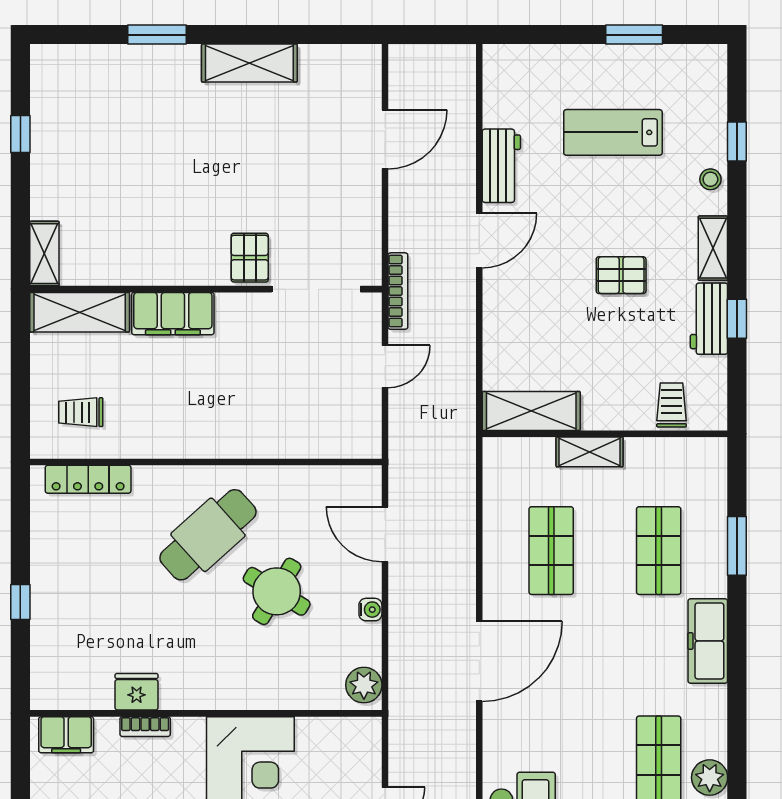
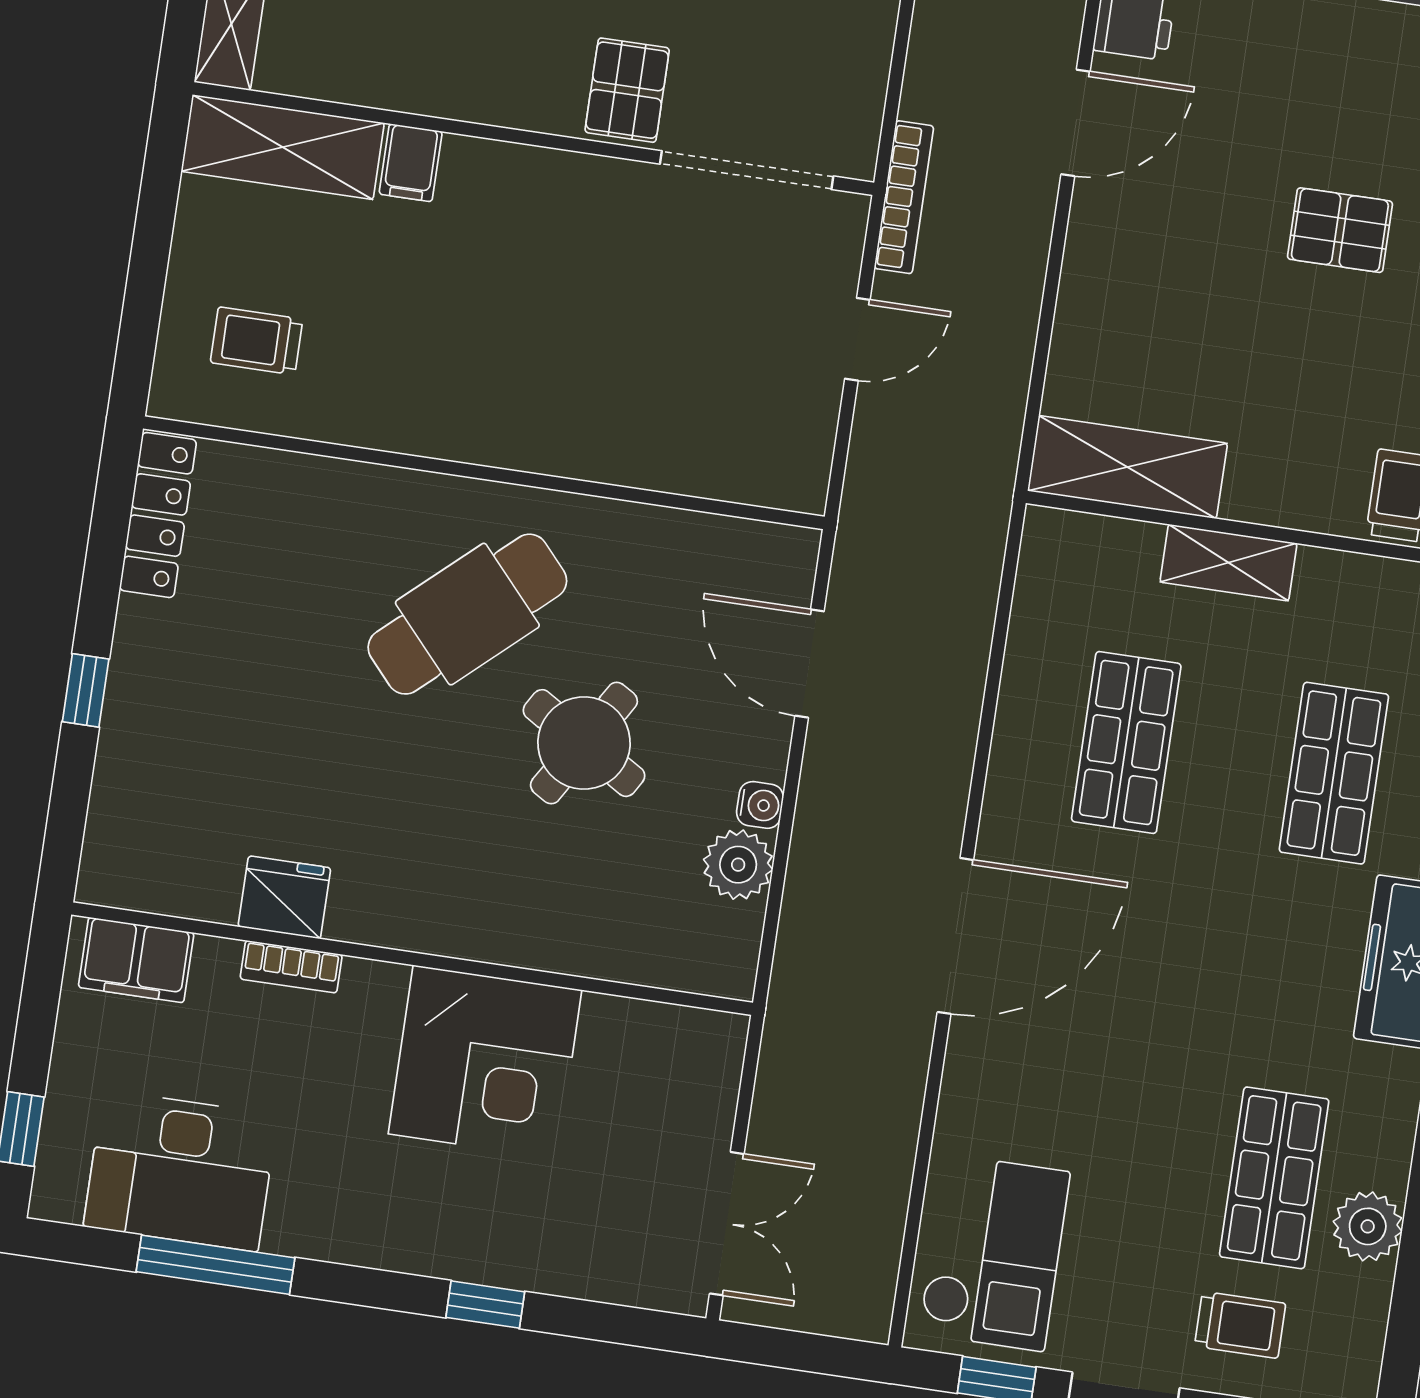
filing cabinet: (173, 314) -> (411, 163), width x0.33, depth x0.86
locker: (88, 479) -> (158, 515), moved, turned -90
plant: (364, 685) -> (738, 865), moved

